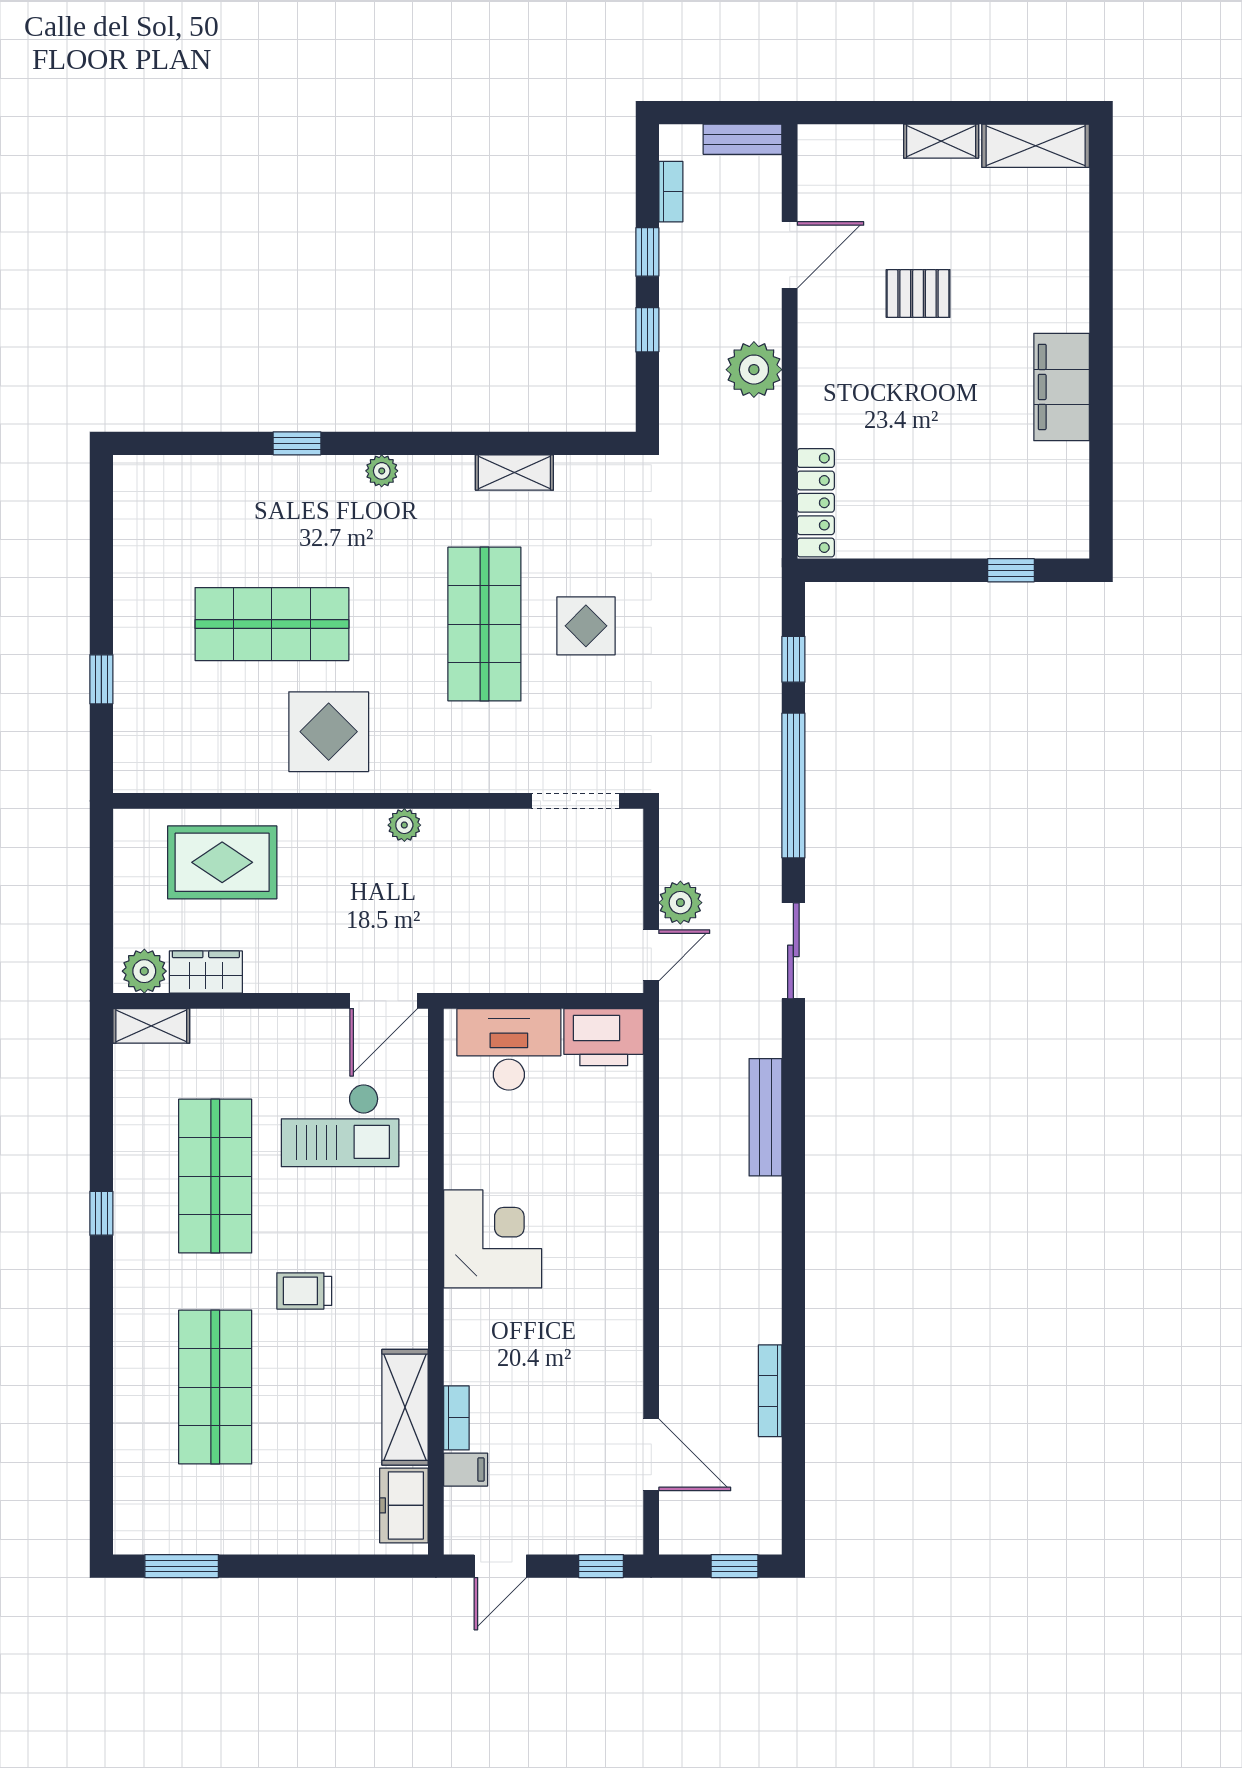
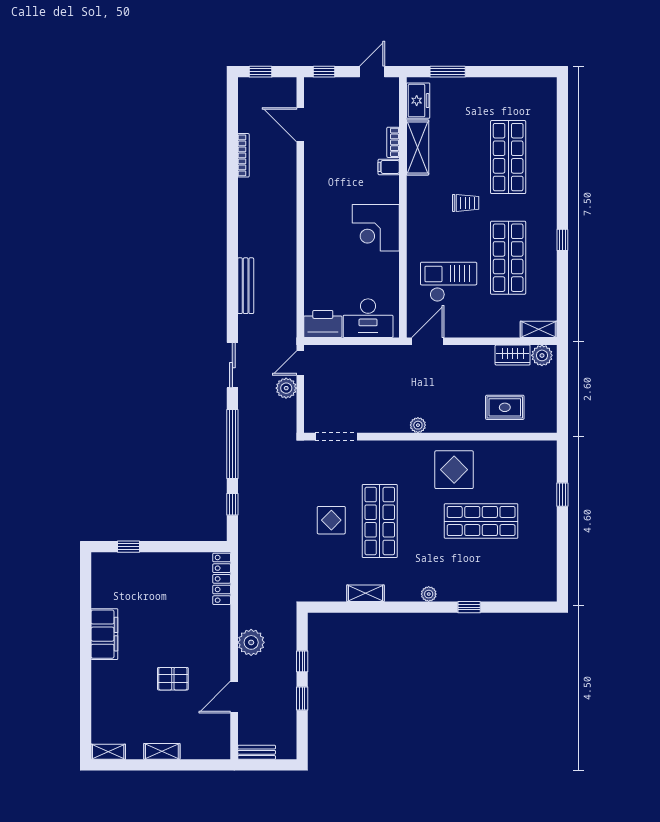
shelving: (1036, 146) -> (108, 752), width x0.67, depth x0.75
bookcase: (671, 192) -> (291, 727), removed
rug: (222, 862) -> (505, 407), width x0.73, depth x0.70
filing cabinet: (466, 1470) -> (389, 167), moved
window: (182, 1566) -> (448, 72), moved

